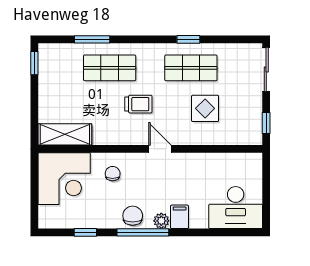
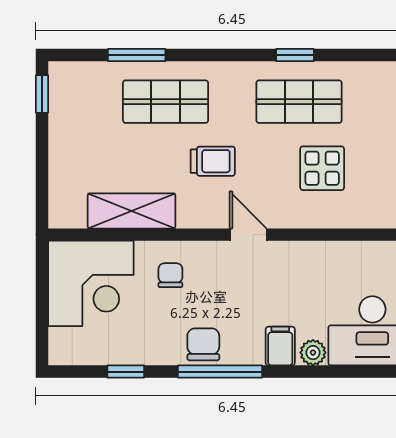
shelving: (65, 134) -> (132, 211), moved
plant: (161, 221) -> (313, 353), moved

